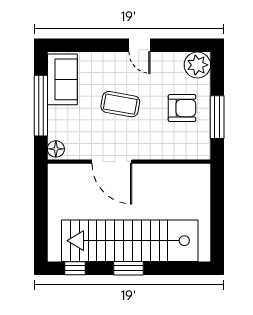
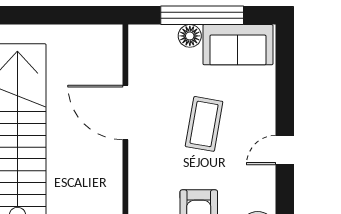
floor lamp: (56, 149) -> (190, 36), moved
door: (112, 162) -> (125, 112), hinge flipped

